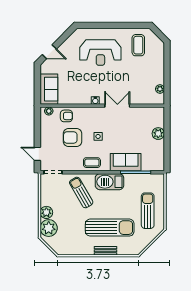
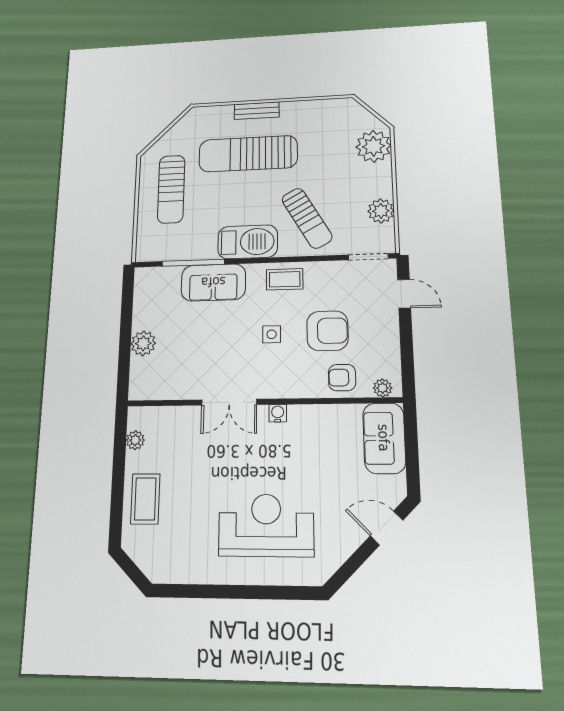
coffee table: (138, 45) -> (145, 499), moved
plant: (46, 212) -> (381, 211), moved

